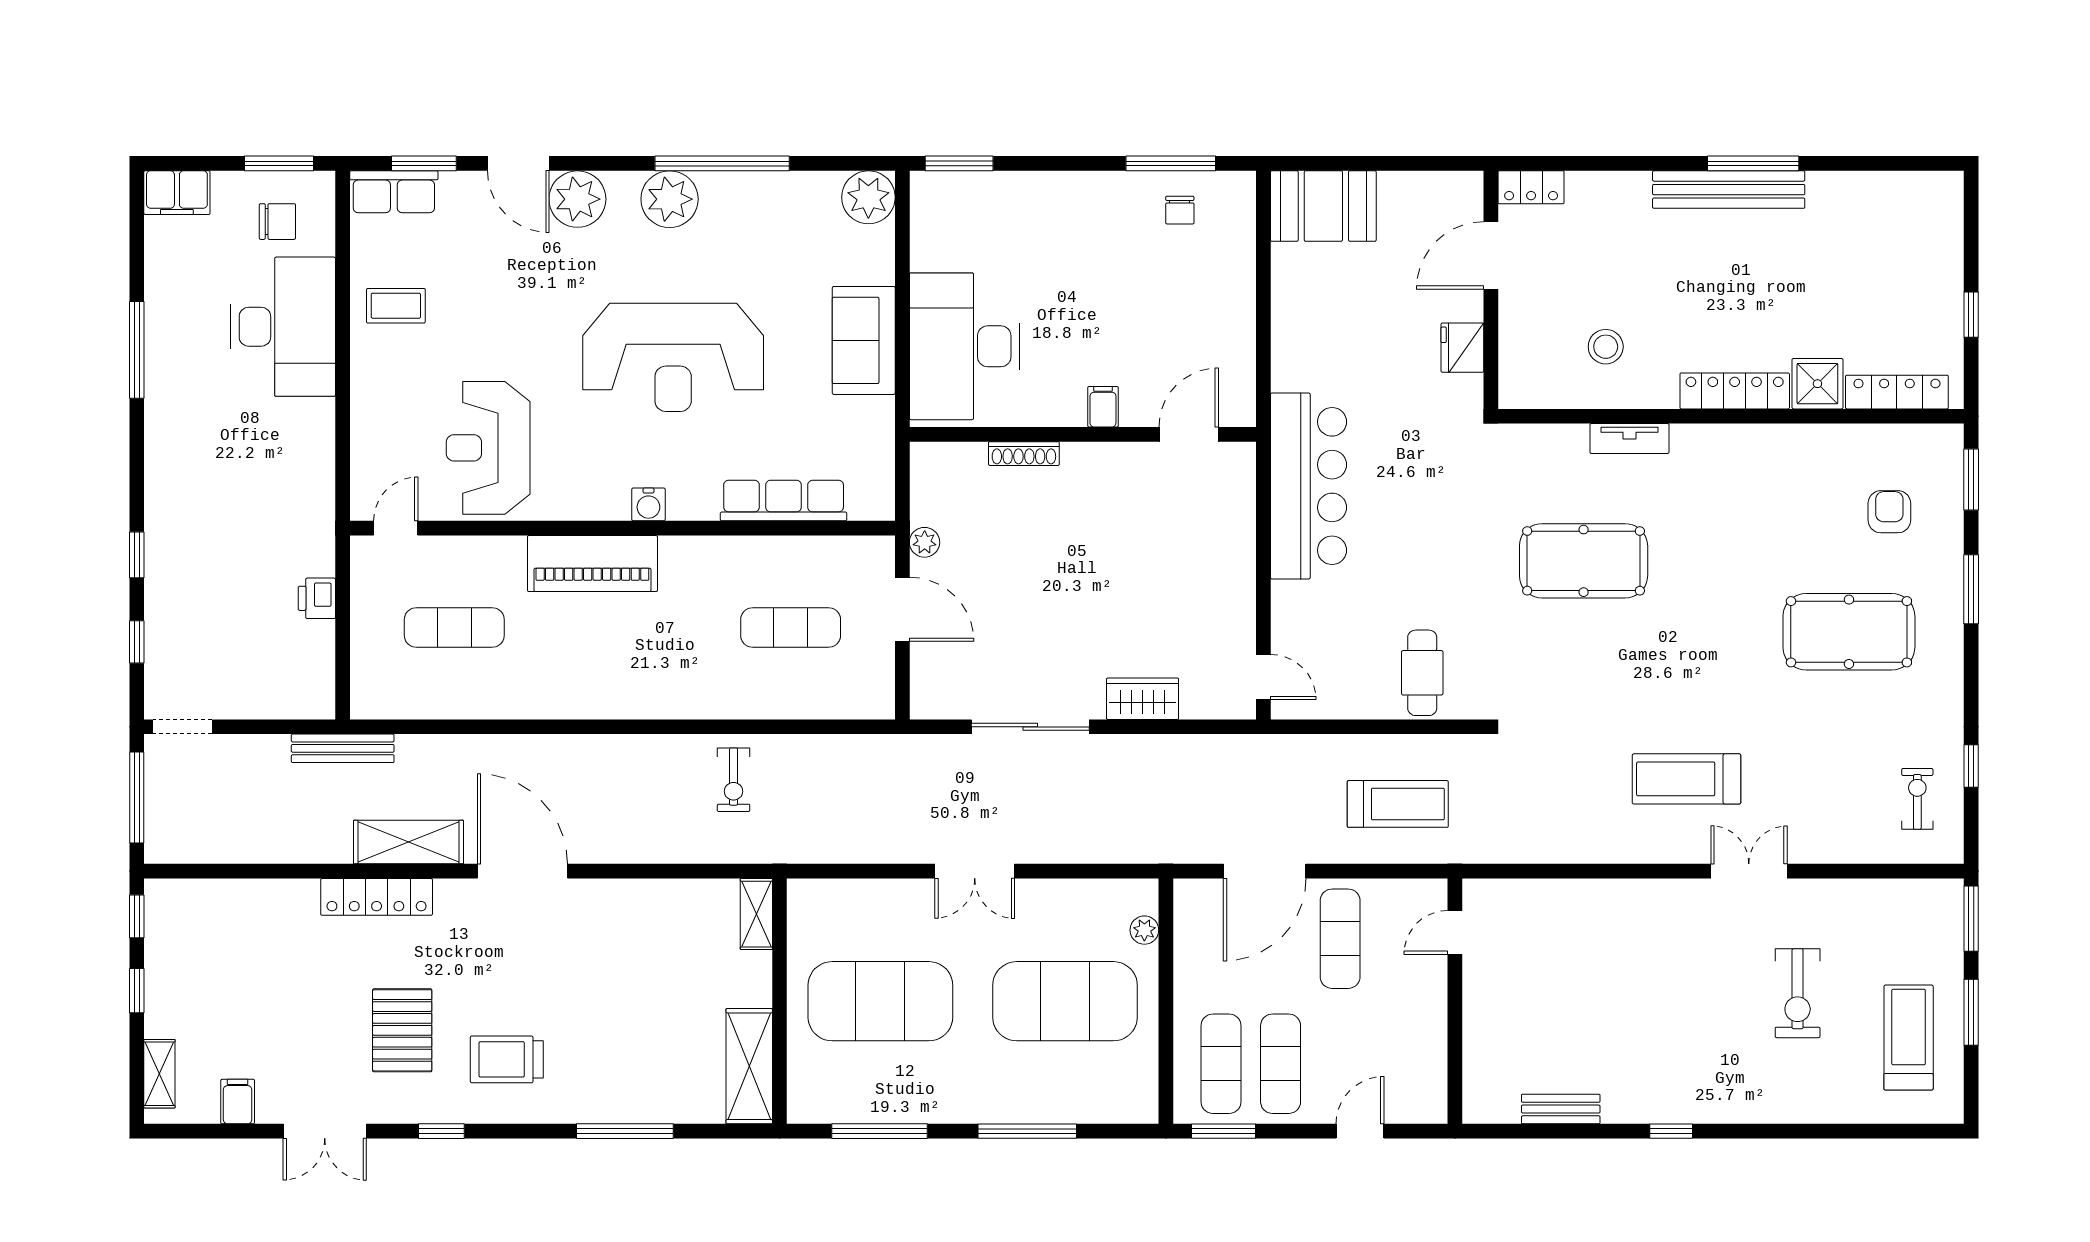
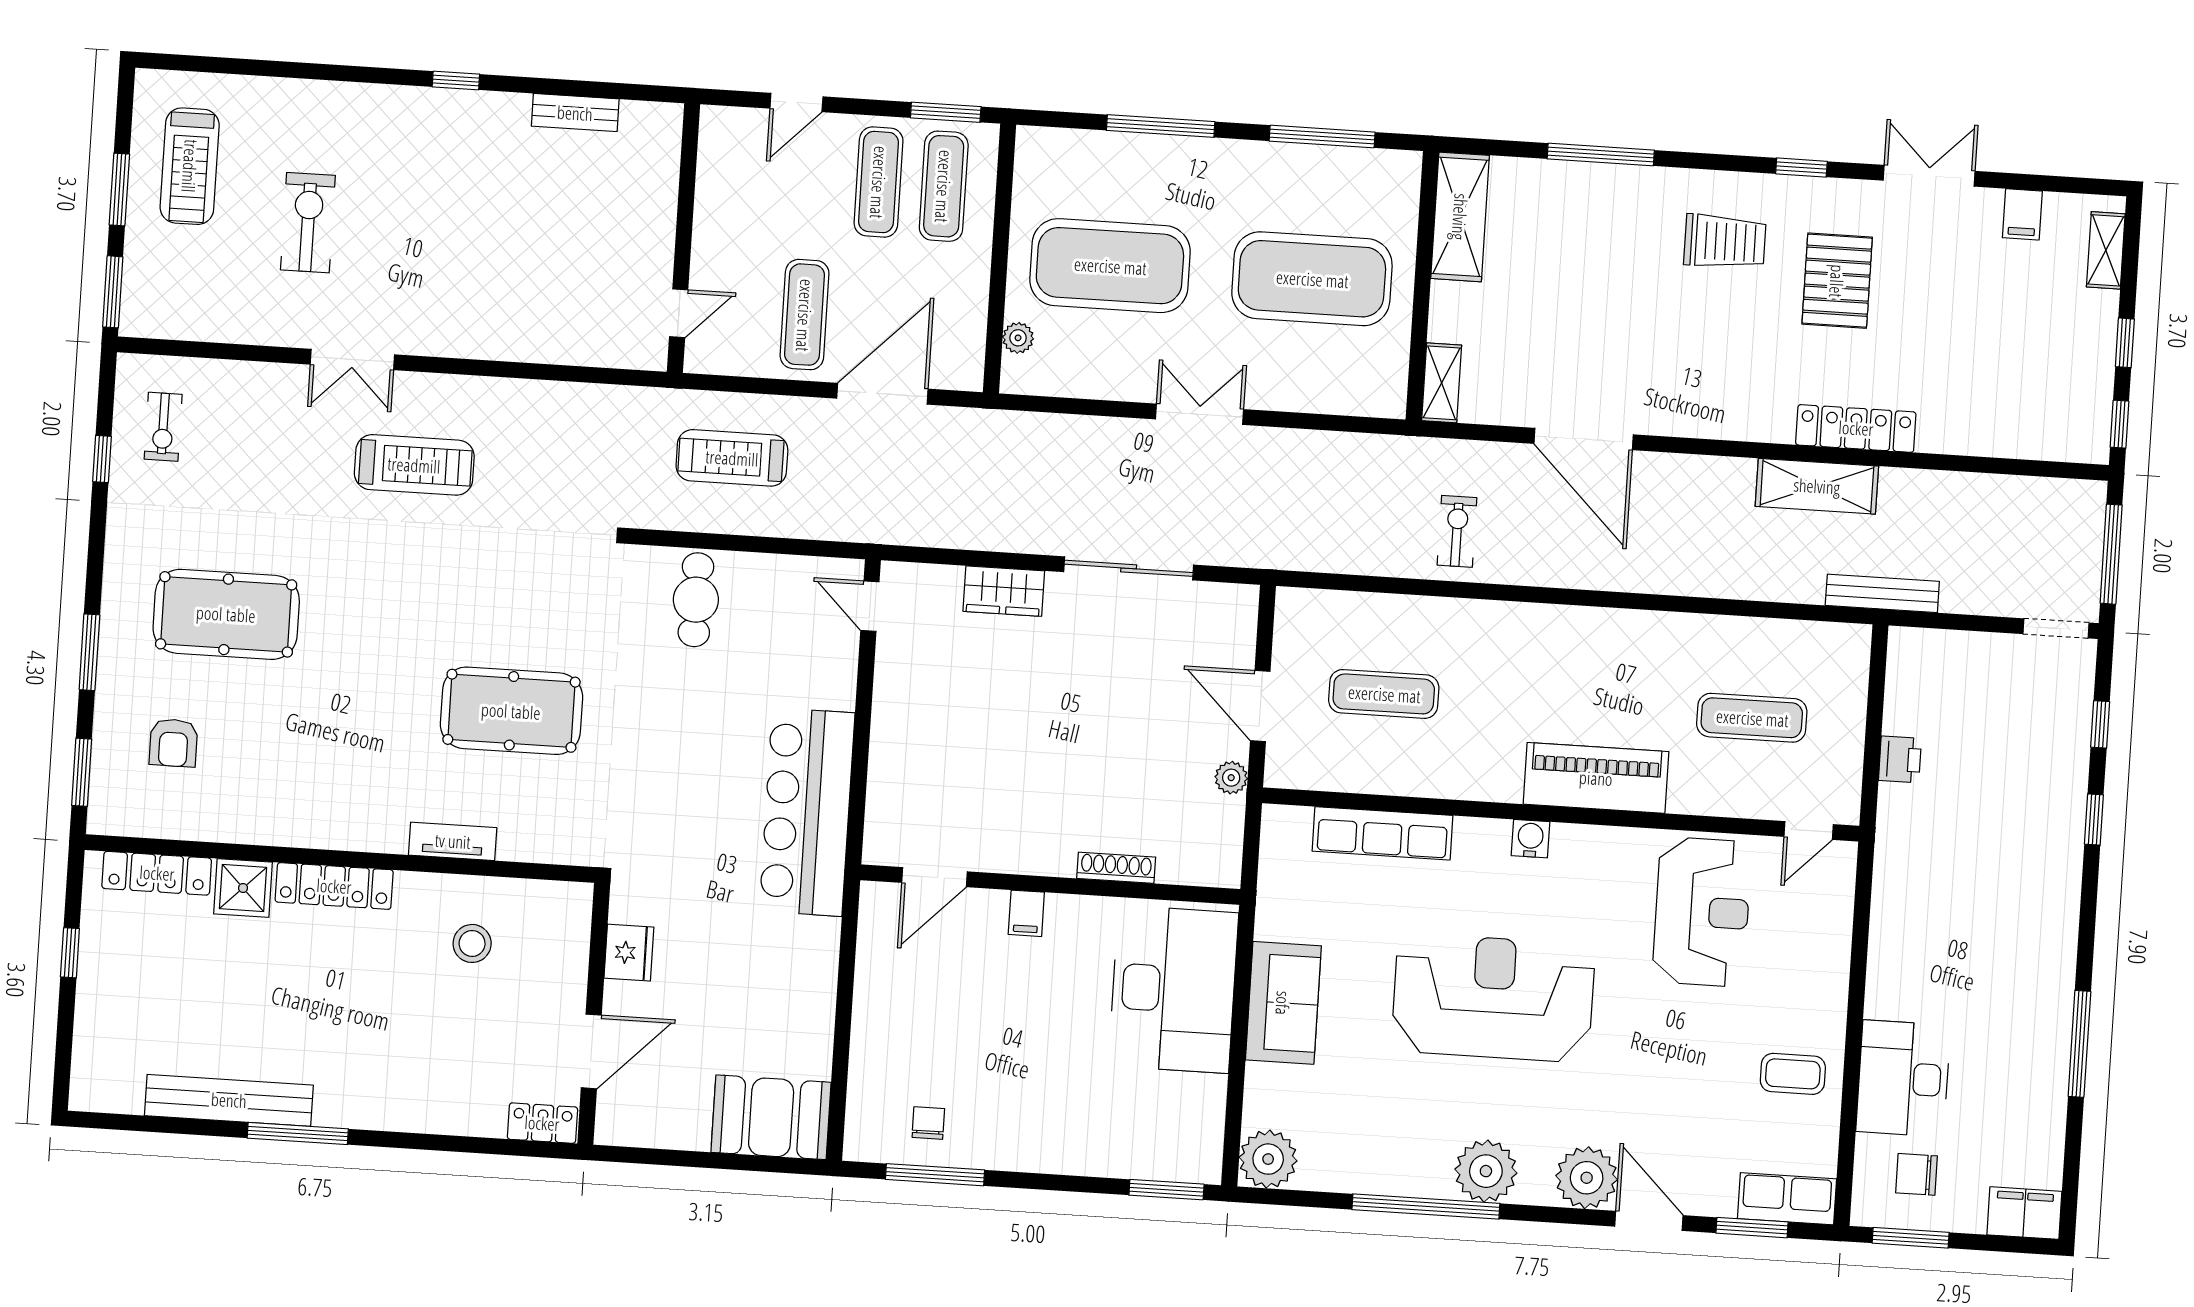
bench: (1729, 190) -> (229, 1100), moved
desk: (283, 327) -> (1903, 1078), width x0.73, depth x0.77
door: (523, 871) -> (1584, 439), moved

